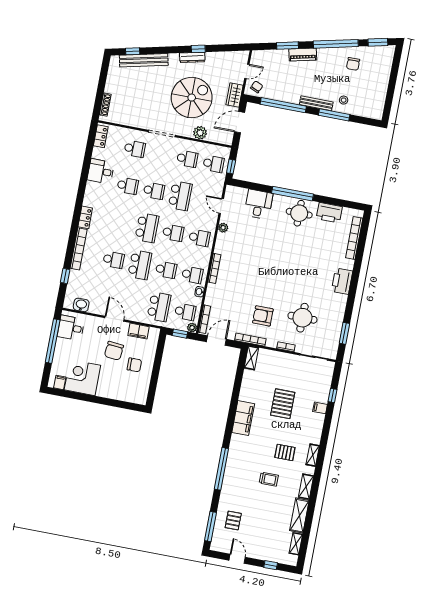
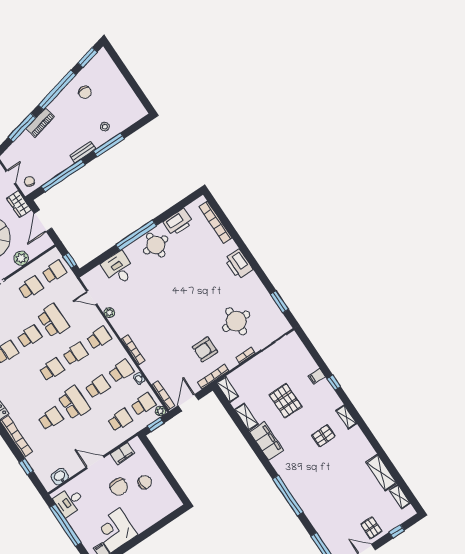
window: (287, 46) -> (22, 127), width x1.44
bench: (316, 103) -> (83, 152), width x0.73
school desk: (147, 228) -> (52, 370), width x0.54
school desk: (159, 307) -> (120, 420), width x0.54
window: (333, 396) -> (334, 383), moved
trolley: (269, 479) -> (331, 468), removed
shelving: (306, 487) -> (246, 417), moved
pallet: (233, 520) -> (371, 528), moved

